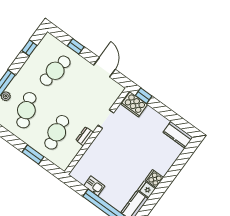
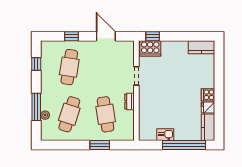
cafe table: (26, 110) -> (69, 114), turned 39

